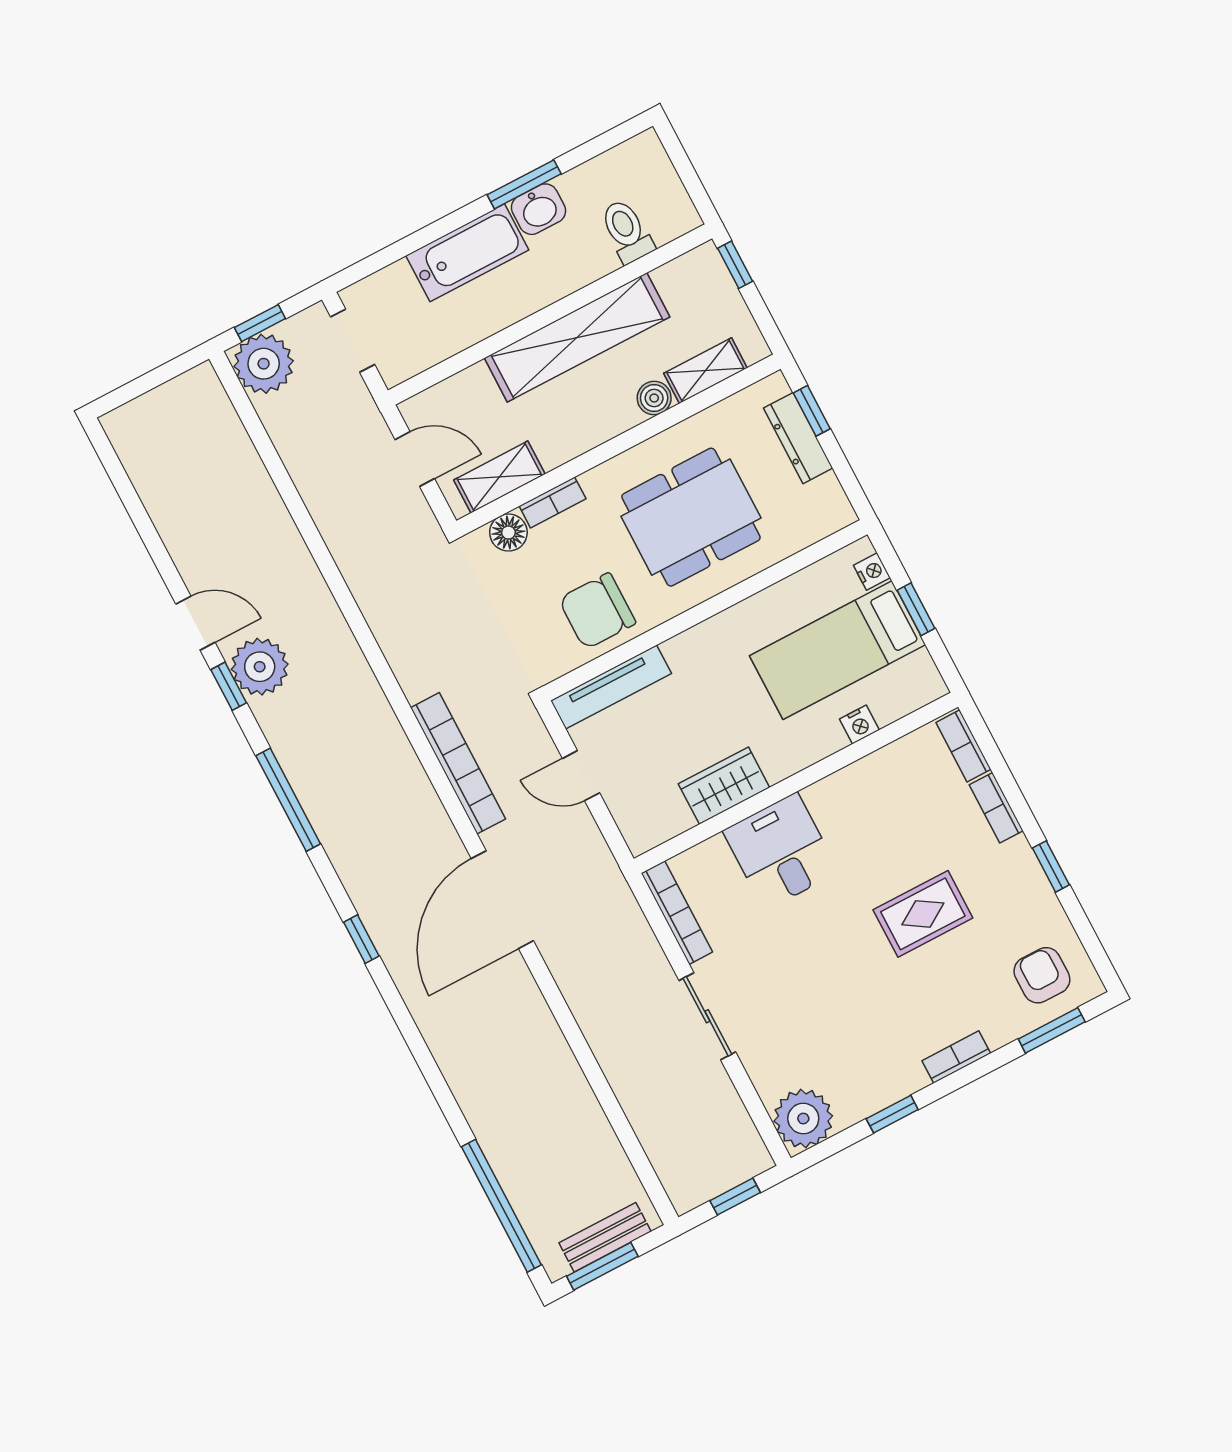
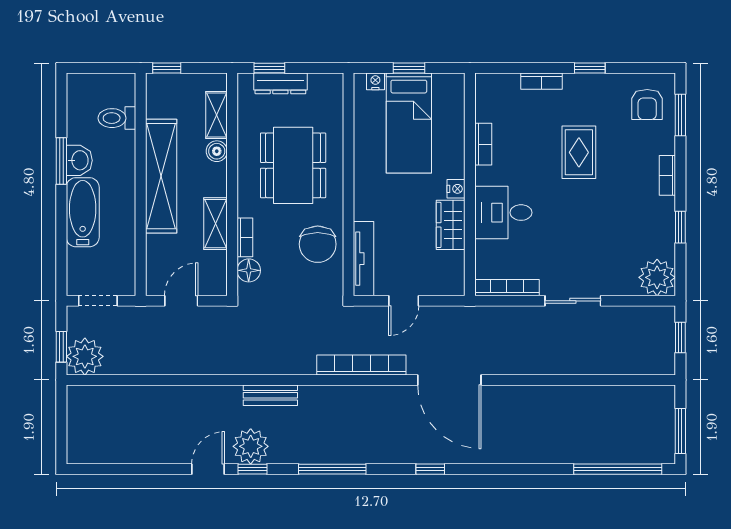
shelving: (499, 477) -> (216, 224), moved
nightstand: (859, 724) -> (456, 189), moved
bookcase: (963, 746) -> (483, 144), moved, turned -90
armchair: (1042, 975) -> (647, 104), turned -90
bench: (605, 1237) -> (270, 395), moved, turned 90

